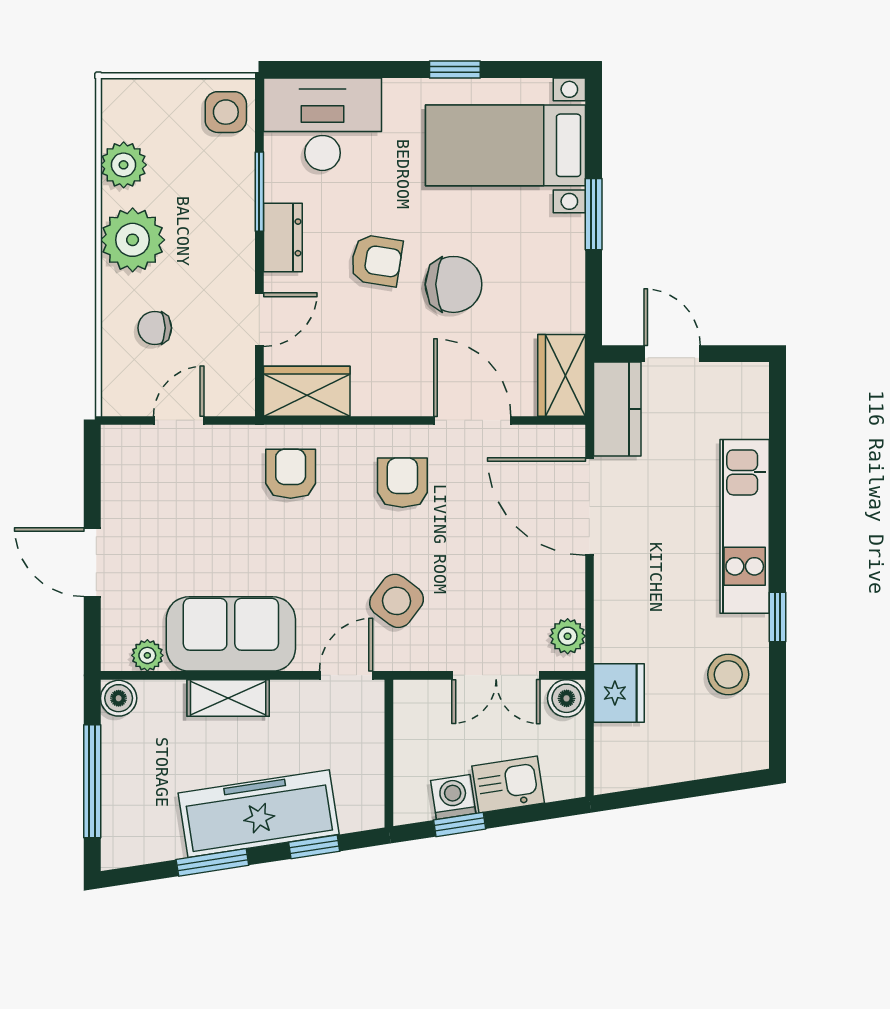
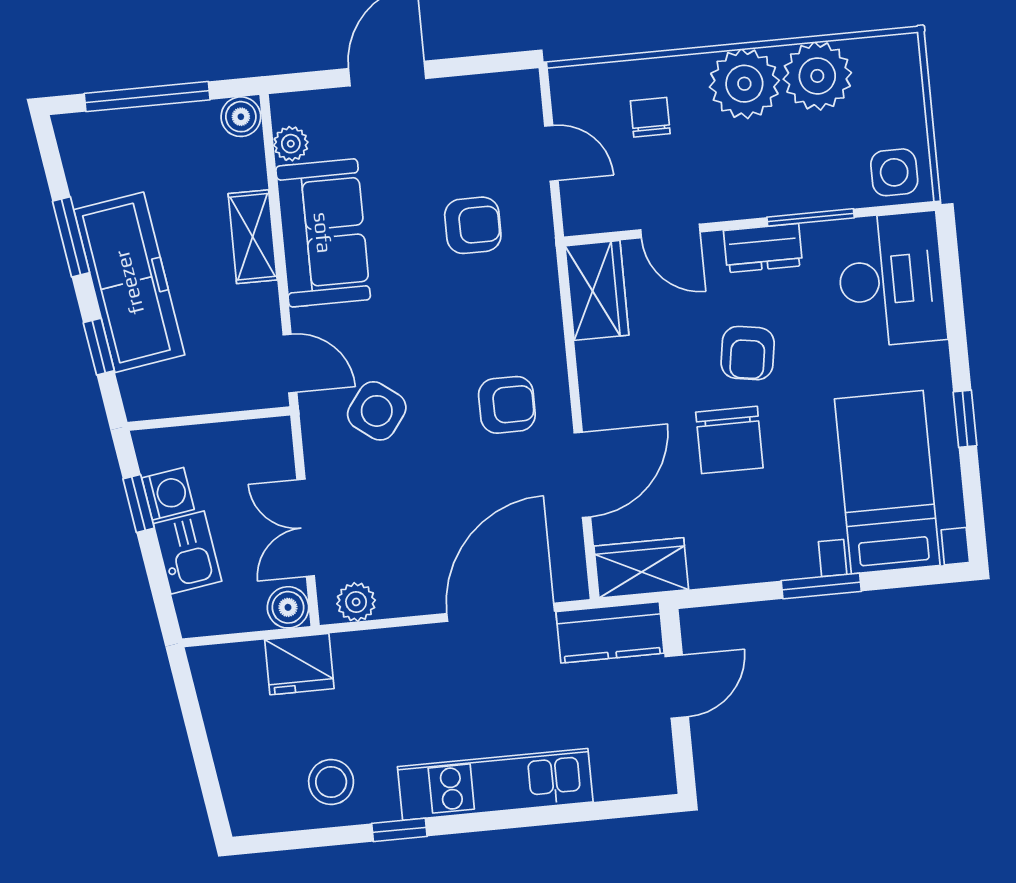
plant: (124, 165) -> (817, 76), width x1.36, depth x1.36
armchair: (291, 474) -> (473, 225), moved

